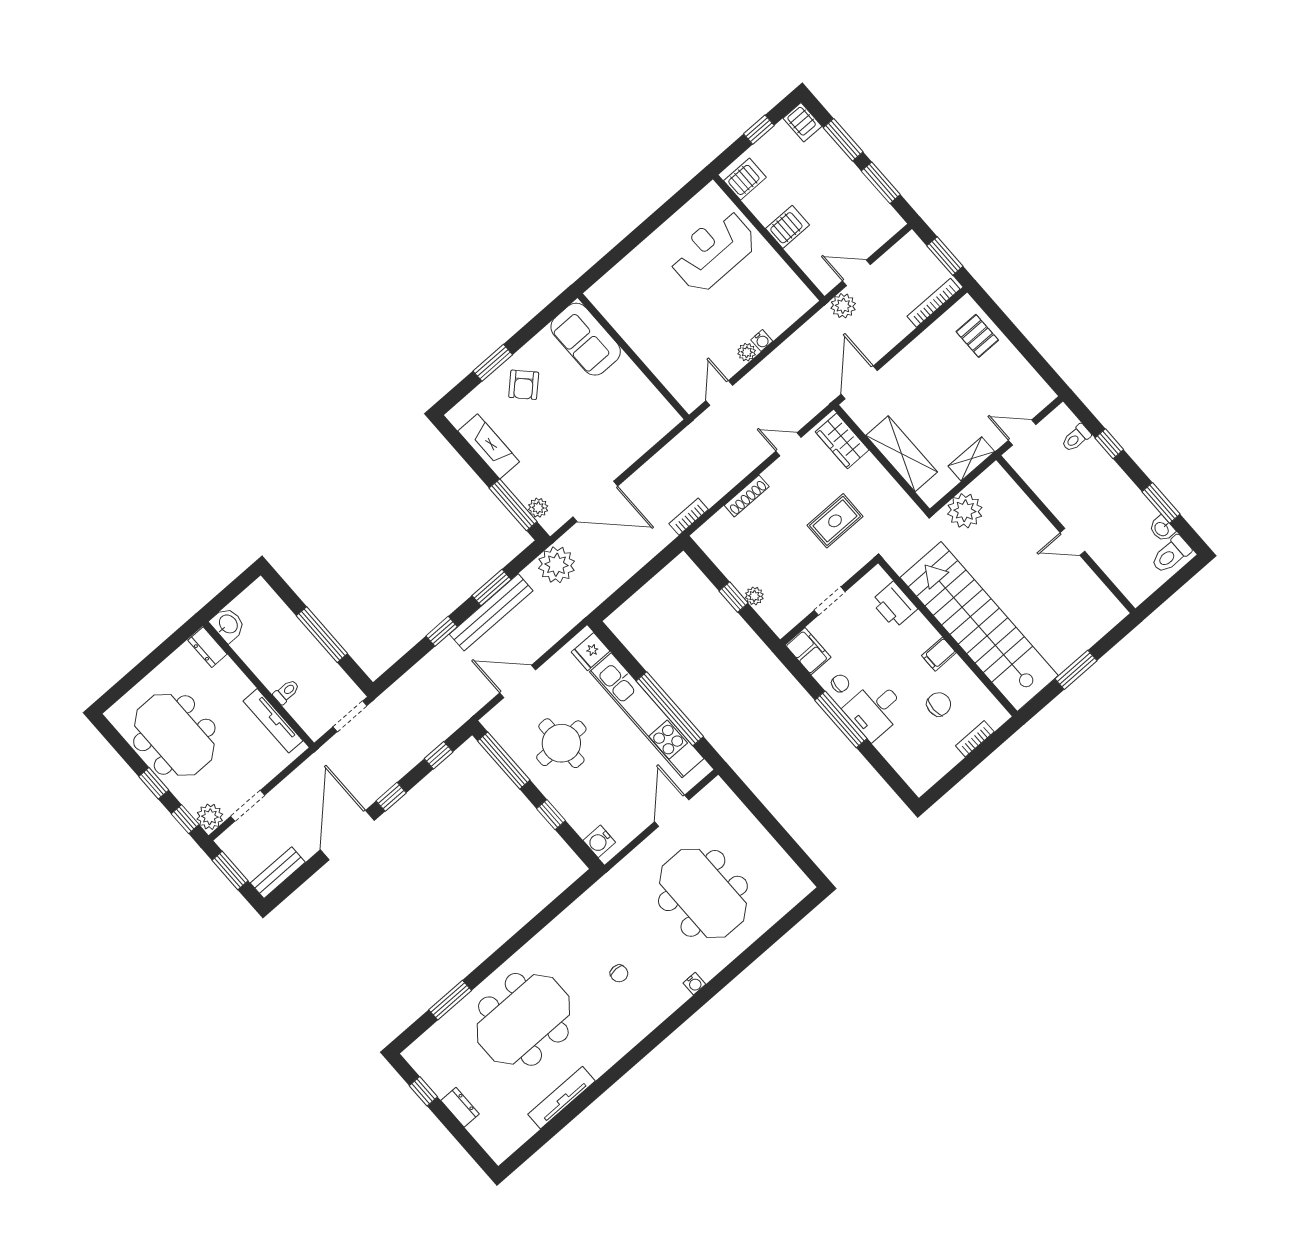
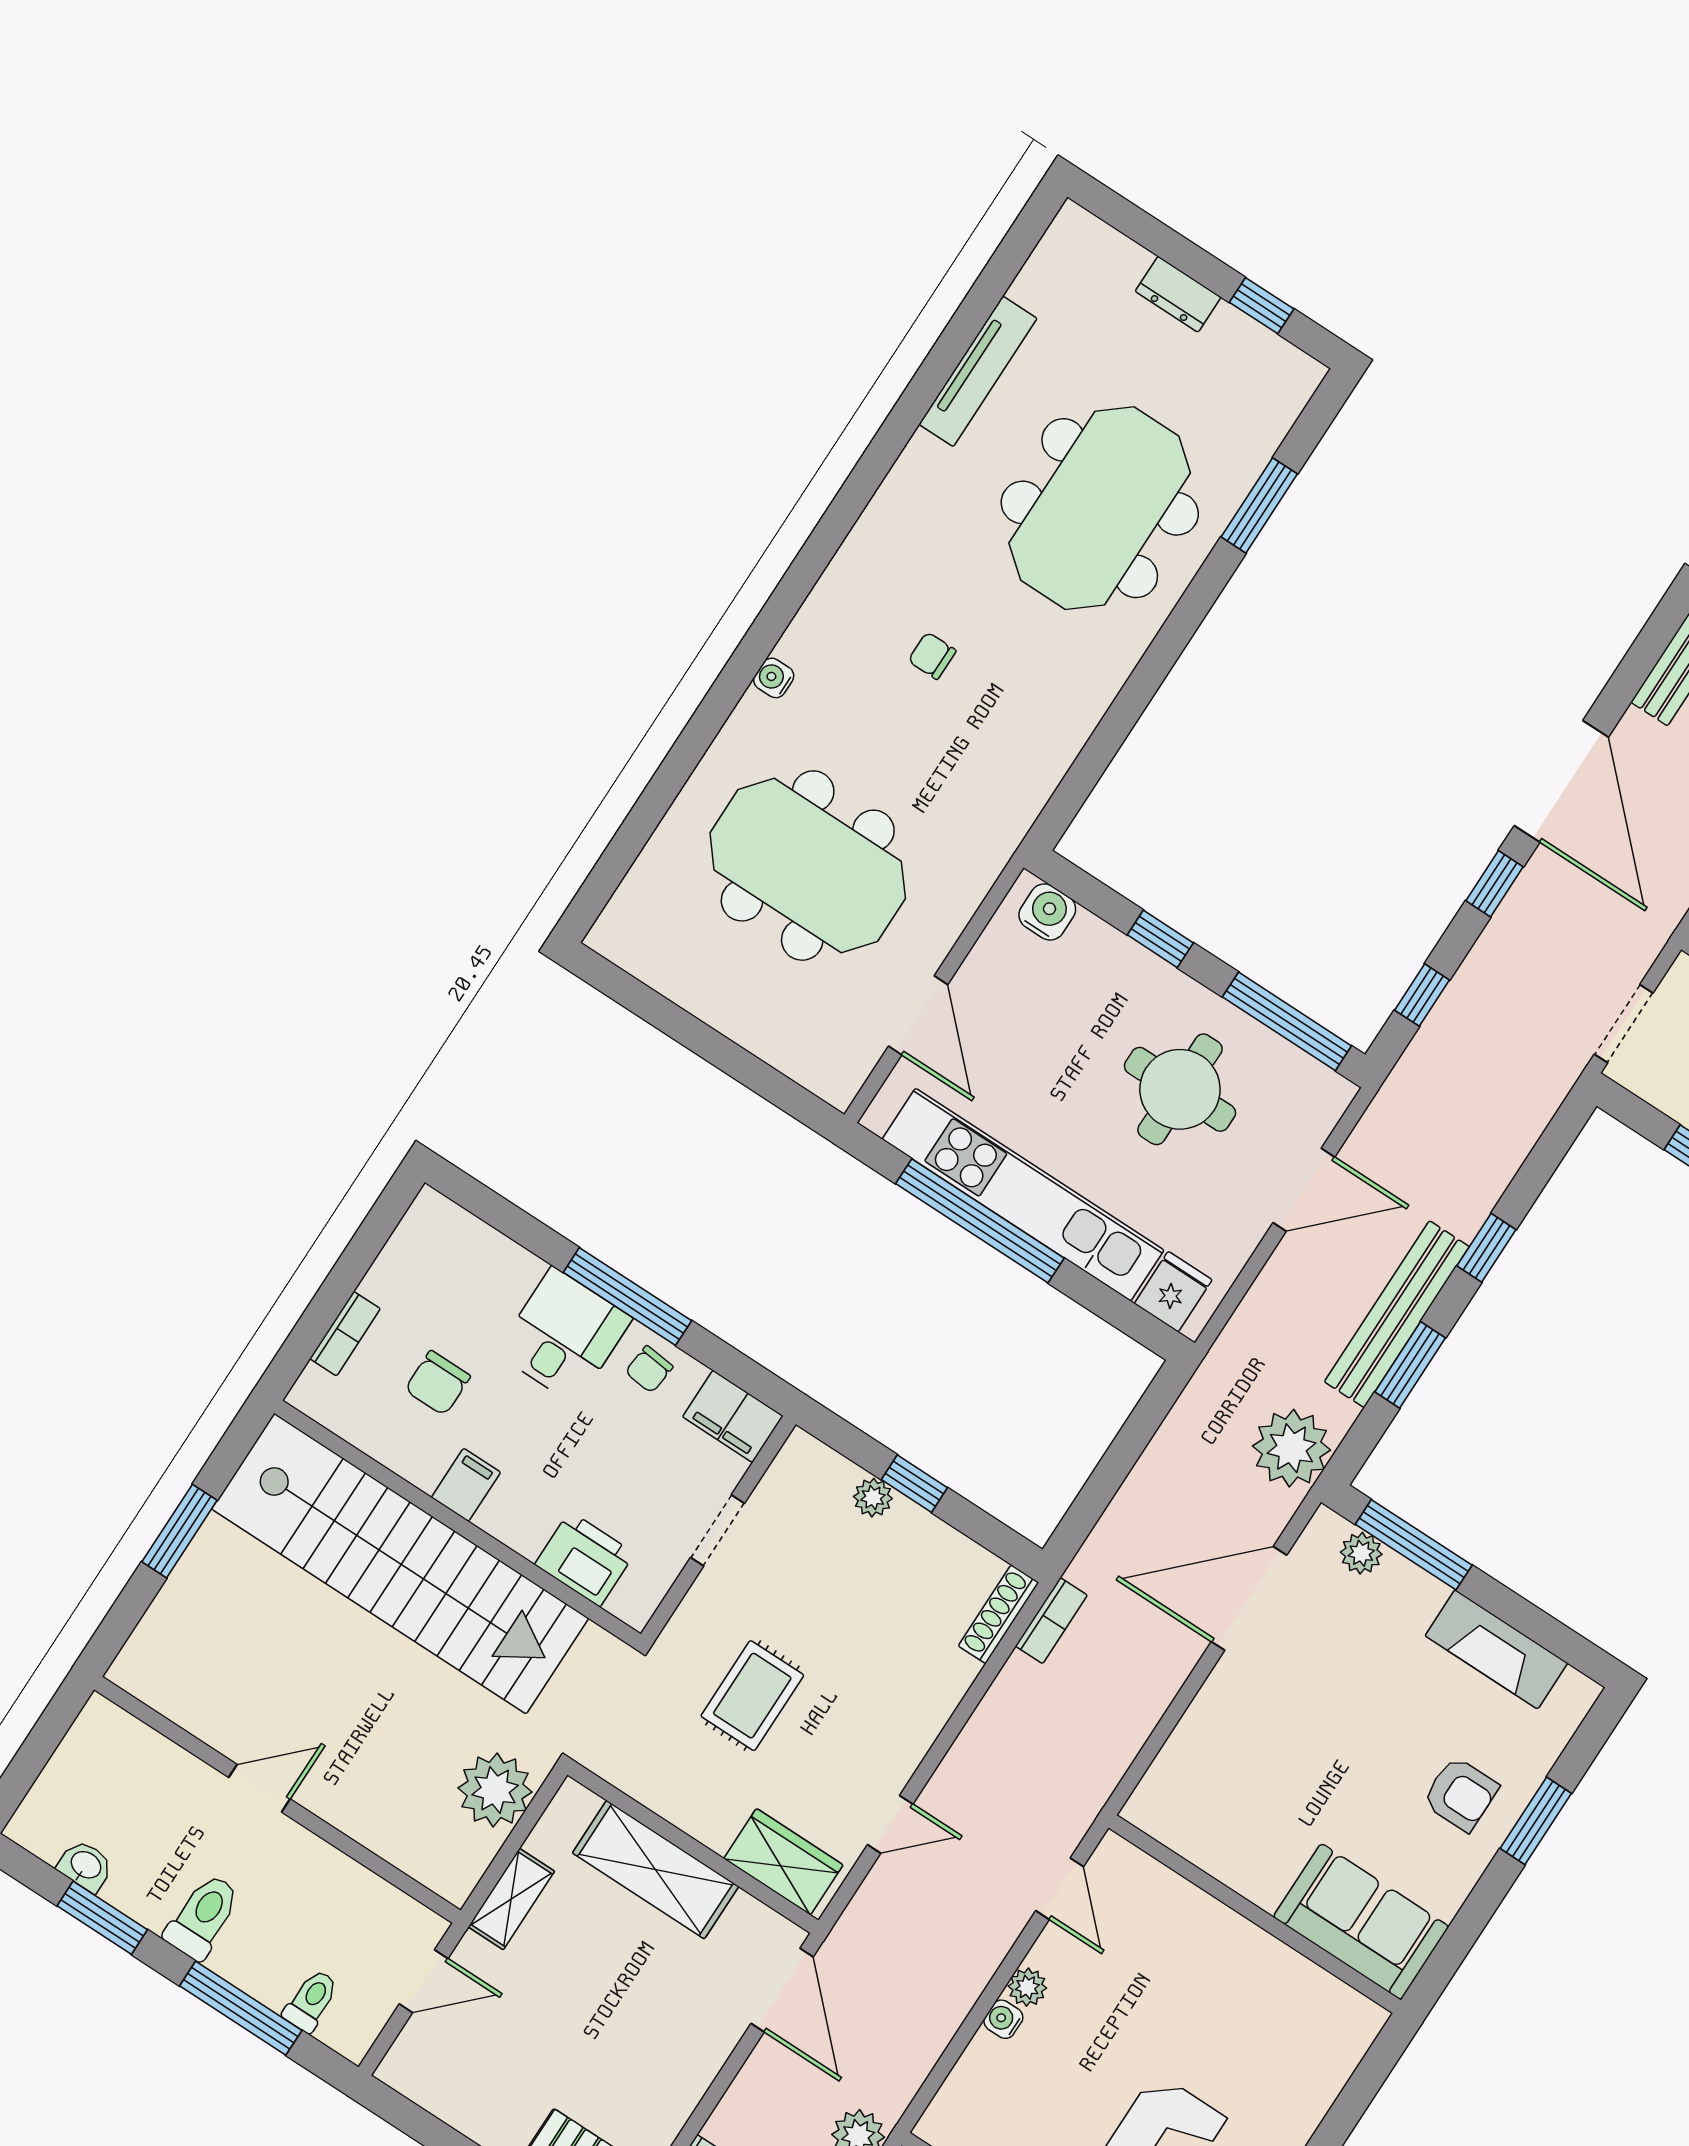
armchair: (524, 385) -> (1461, 1794), turned 134
window: (1109, 444) -> (241, 2008), width x2.17
shoe rack: (747, 496) -> (999, 1614), moved
toilet: (1171, 555) -> (203, 1917), moved

